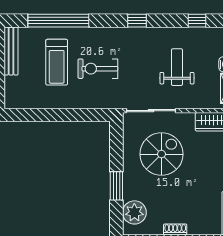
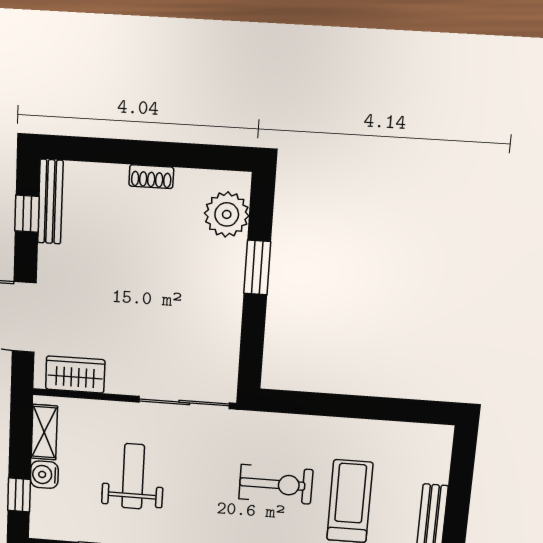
weight bench: (177, 67) -> (133, 476), turned 180
spiral stairs: (161, 154) -> (169, 322), removed

